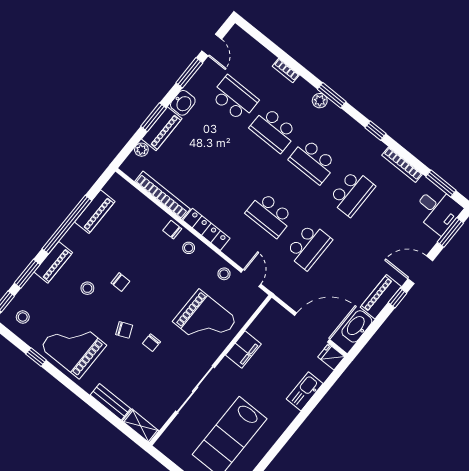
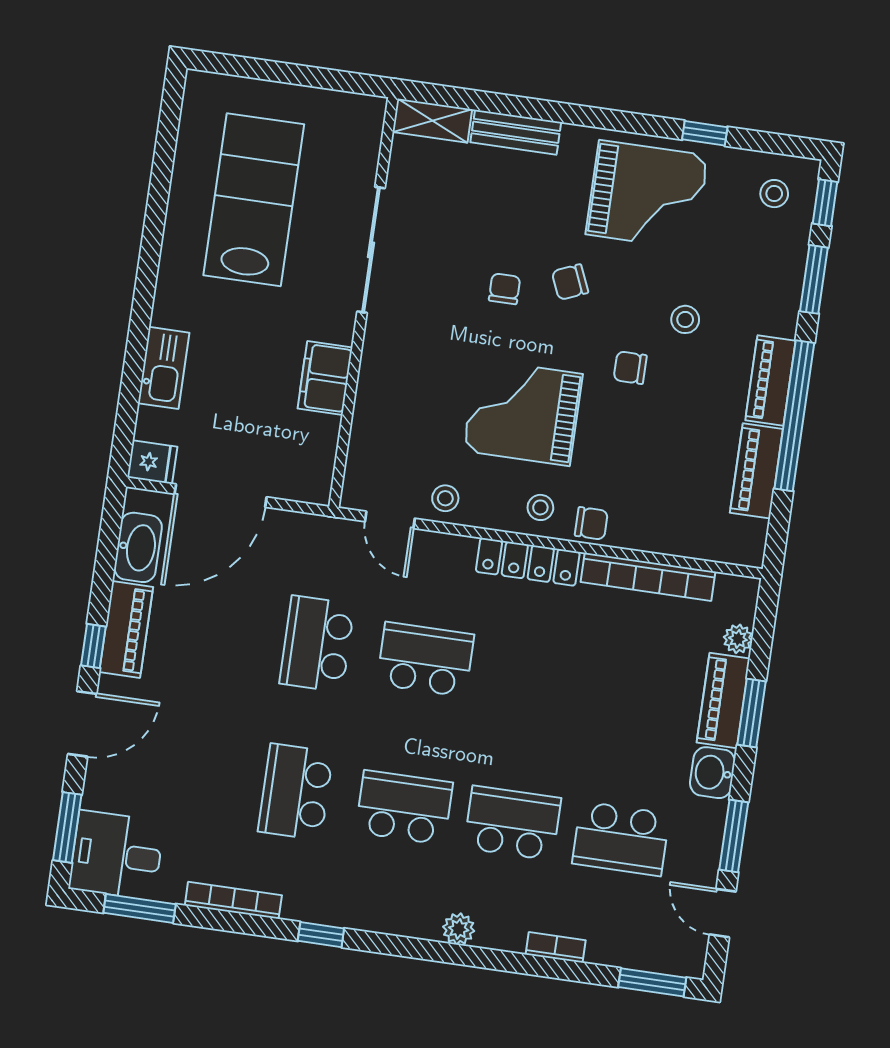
window: (332, 95) -> (652, 982), moved
piano: (53, 262) -> (770, 381), moved
grand piano: (205, 321) -> (523, 412), moved

